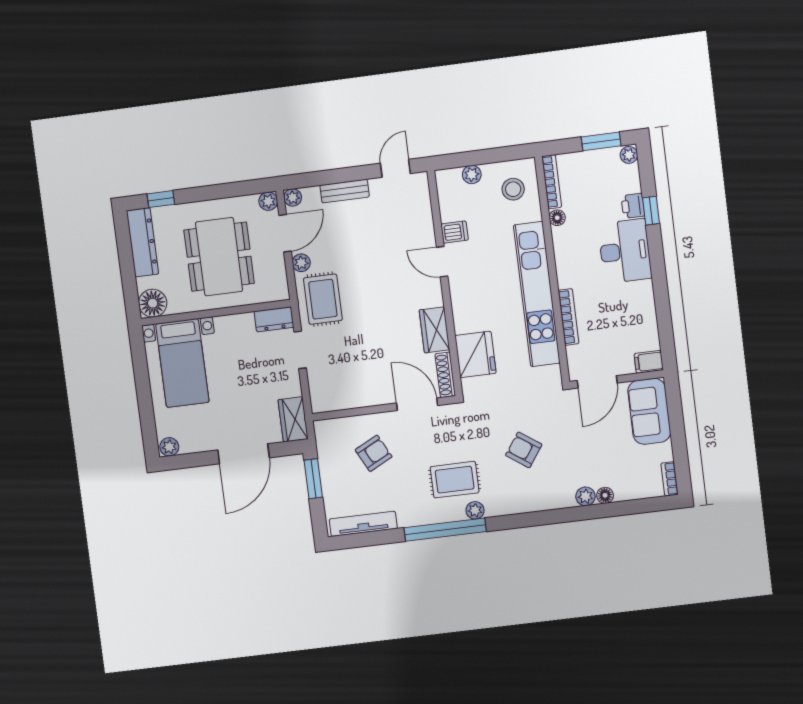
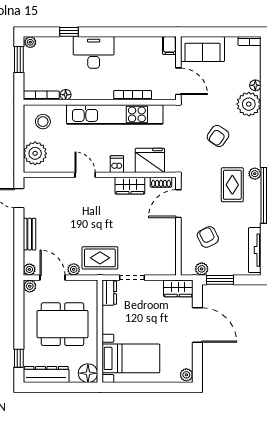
plant: (472, 175) -> (35, 153), width x1.88, depth x1.88
printer: (633, 206) -> (64, 44), removed
dishwasher: (455, 232) -> (117, 164), moved
door: (442, 262) -> (85, 175), swing flipped
shoe rack: (445, 375) -> (161, 182), width x0.70
plant: (326, 450) -> (202, 269), added
plant: (585, 496) -> (249, 104), width x1.87, depth x1.87

